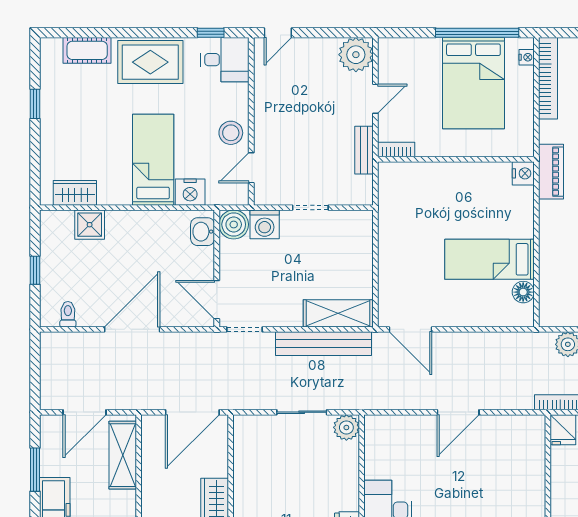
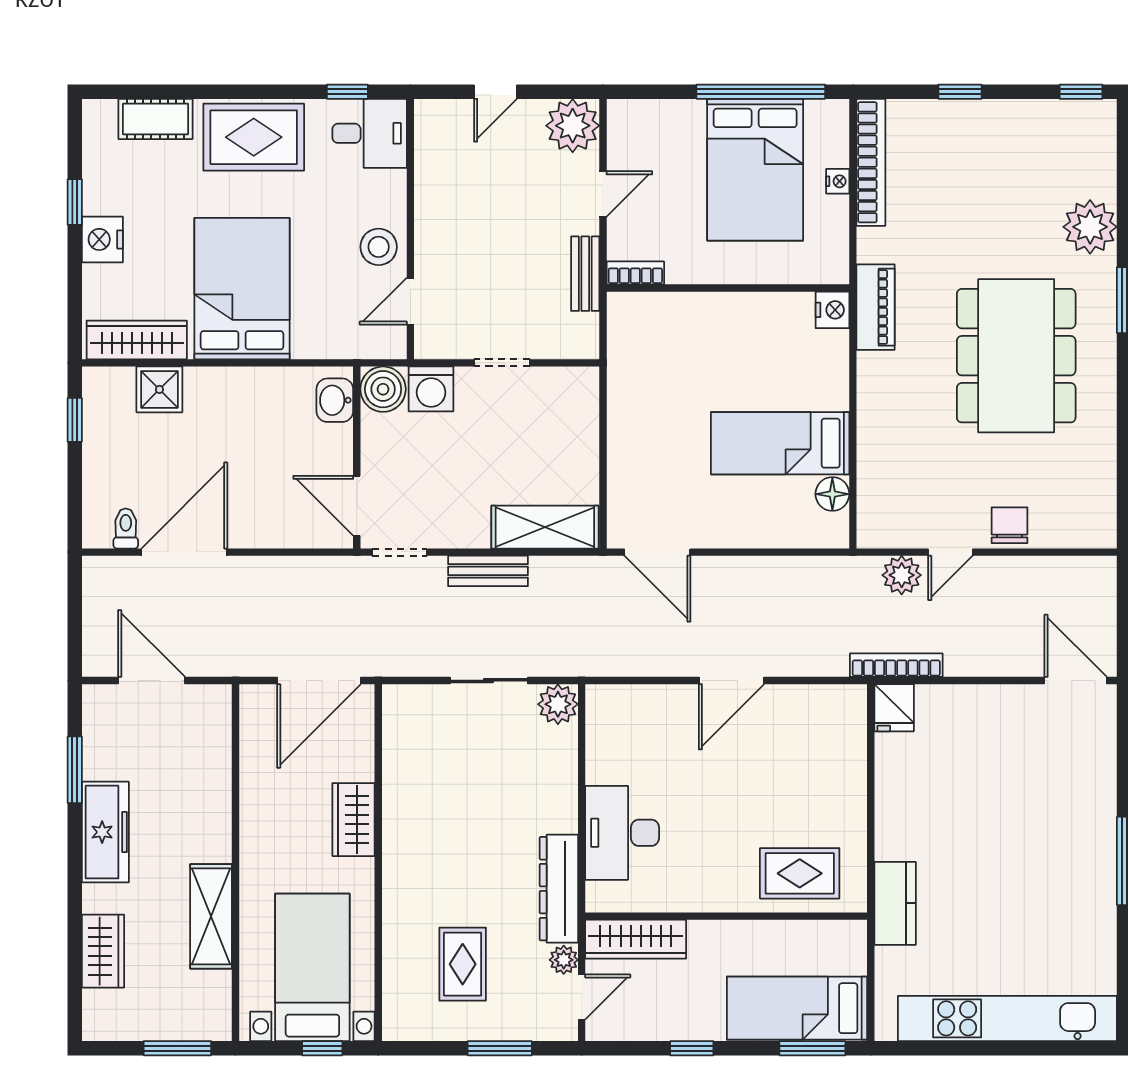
door: (278, 33) -> (495, 92), moved
nightstand: (527, 57) -> (838, 181), moved
bed: (153, 160) -> (242, 289), width x1.50
nightstand: (190, 192) -> (102, 239), moved, turned 90
wardrobe: (75, 193) -> (137, 340), width x1.50
window: (35, 270) -> (75, 420), moved
door: (132, 329) -> (184, 552), moved
bench: (324, 344) -> (488, 571), width x0.54, depth x0.82
door: (85, 412) -> (152, 681), swing flipped
shelving: (123, 455) -> (211, 747), removed

